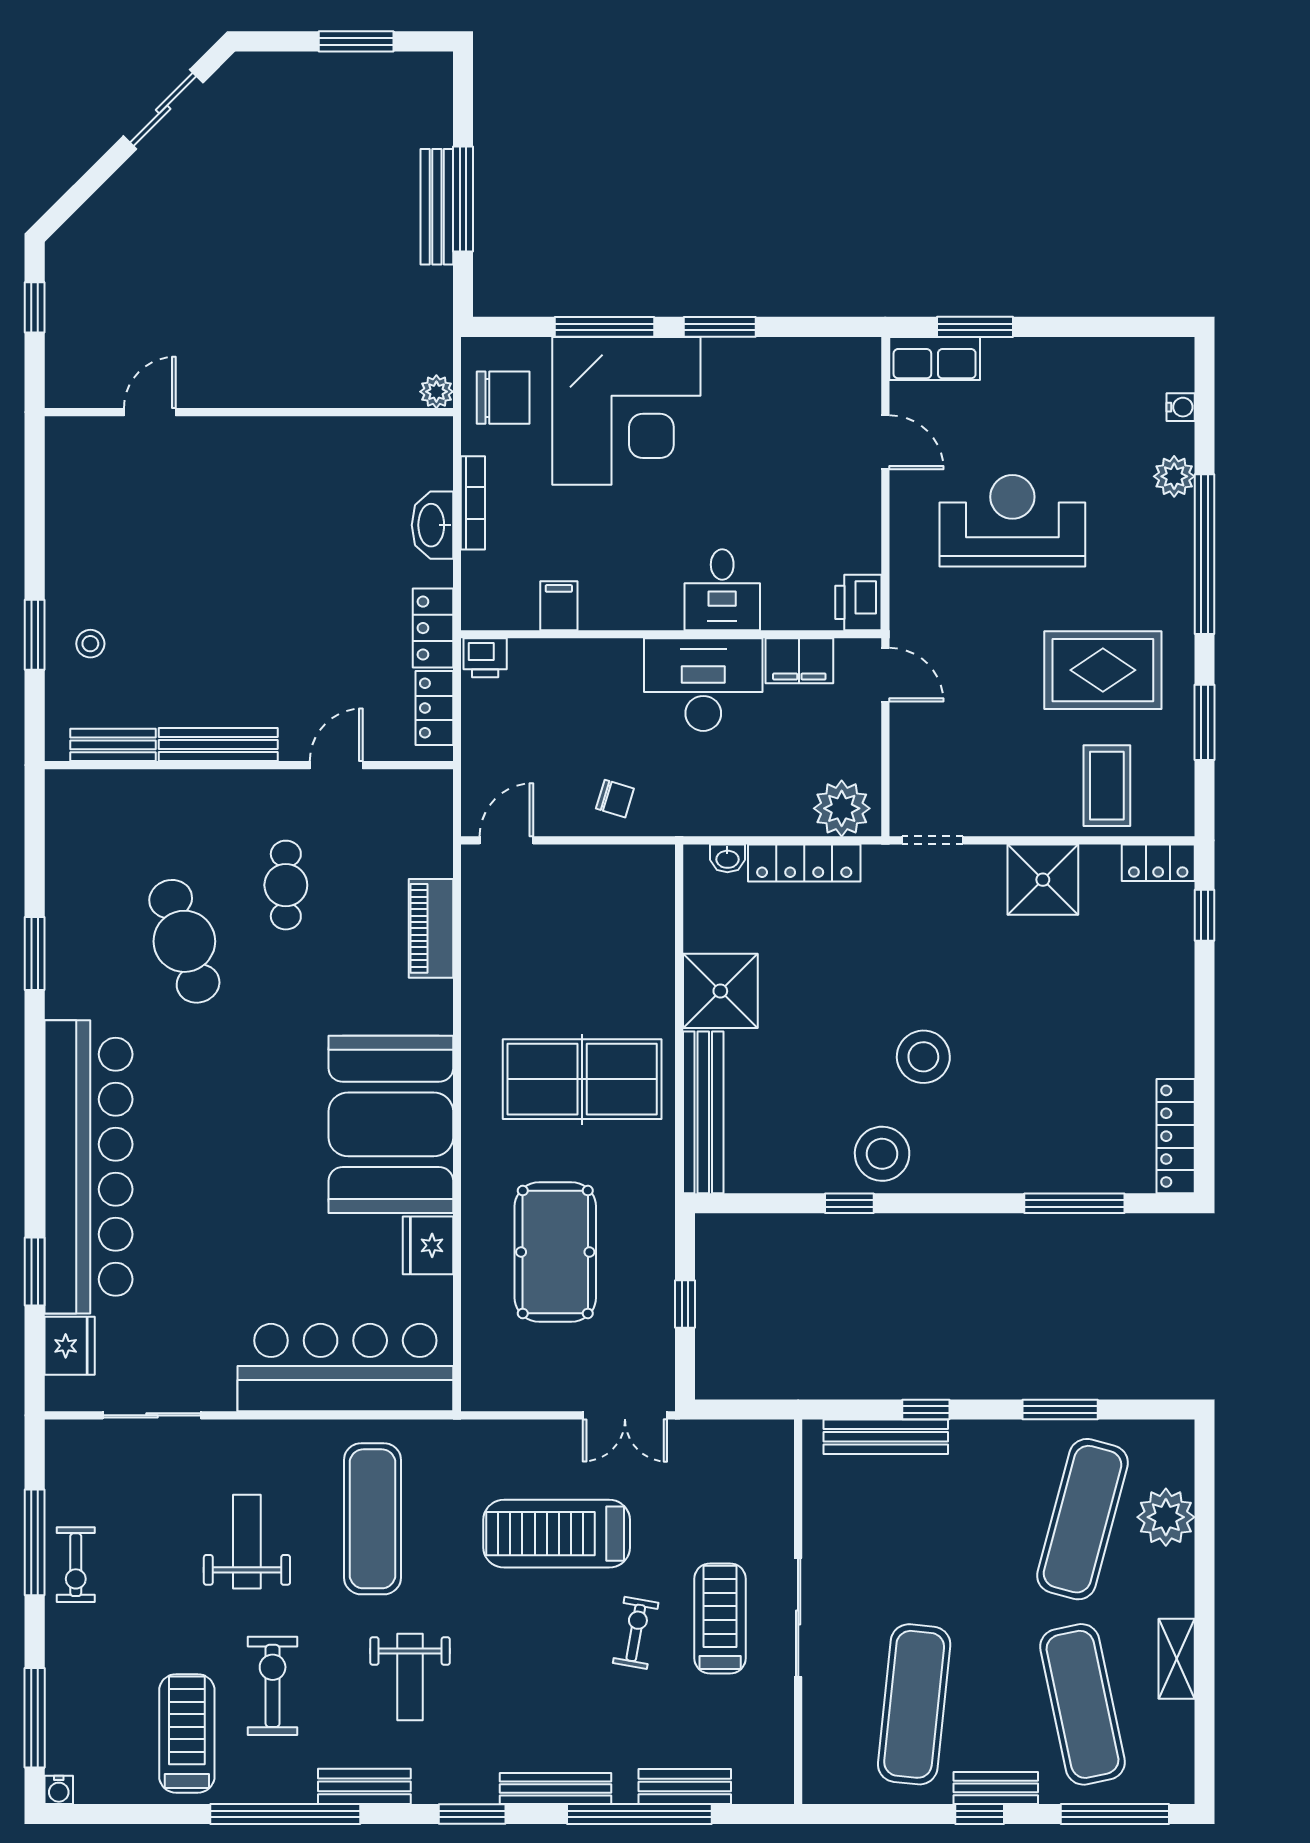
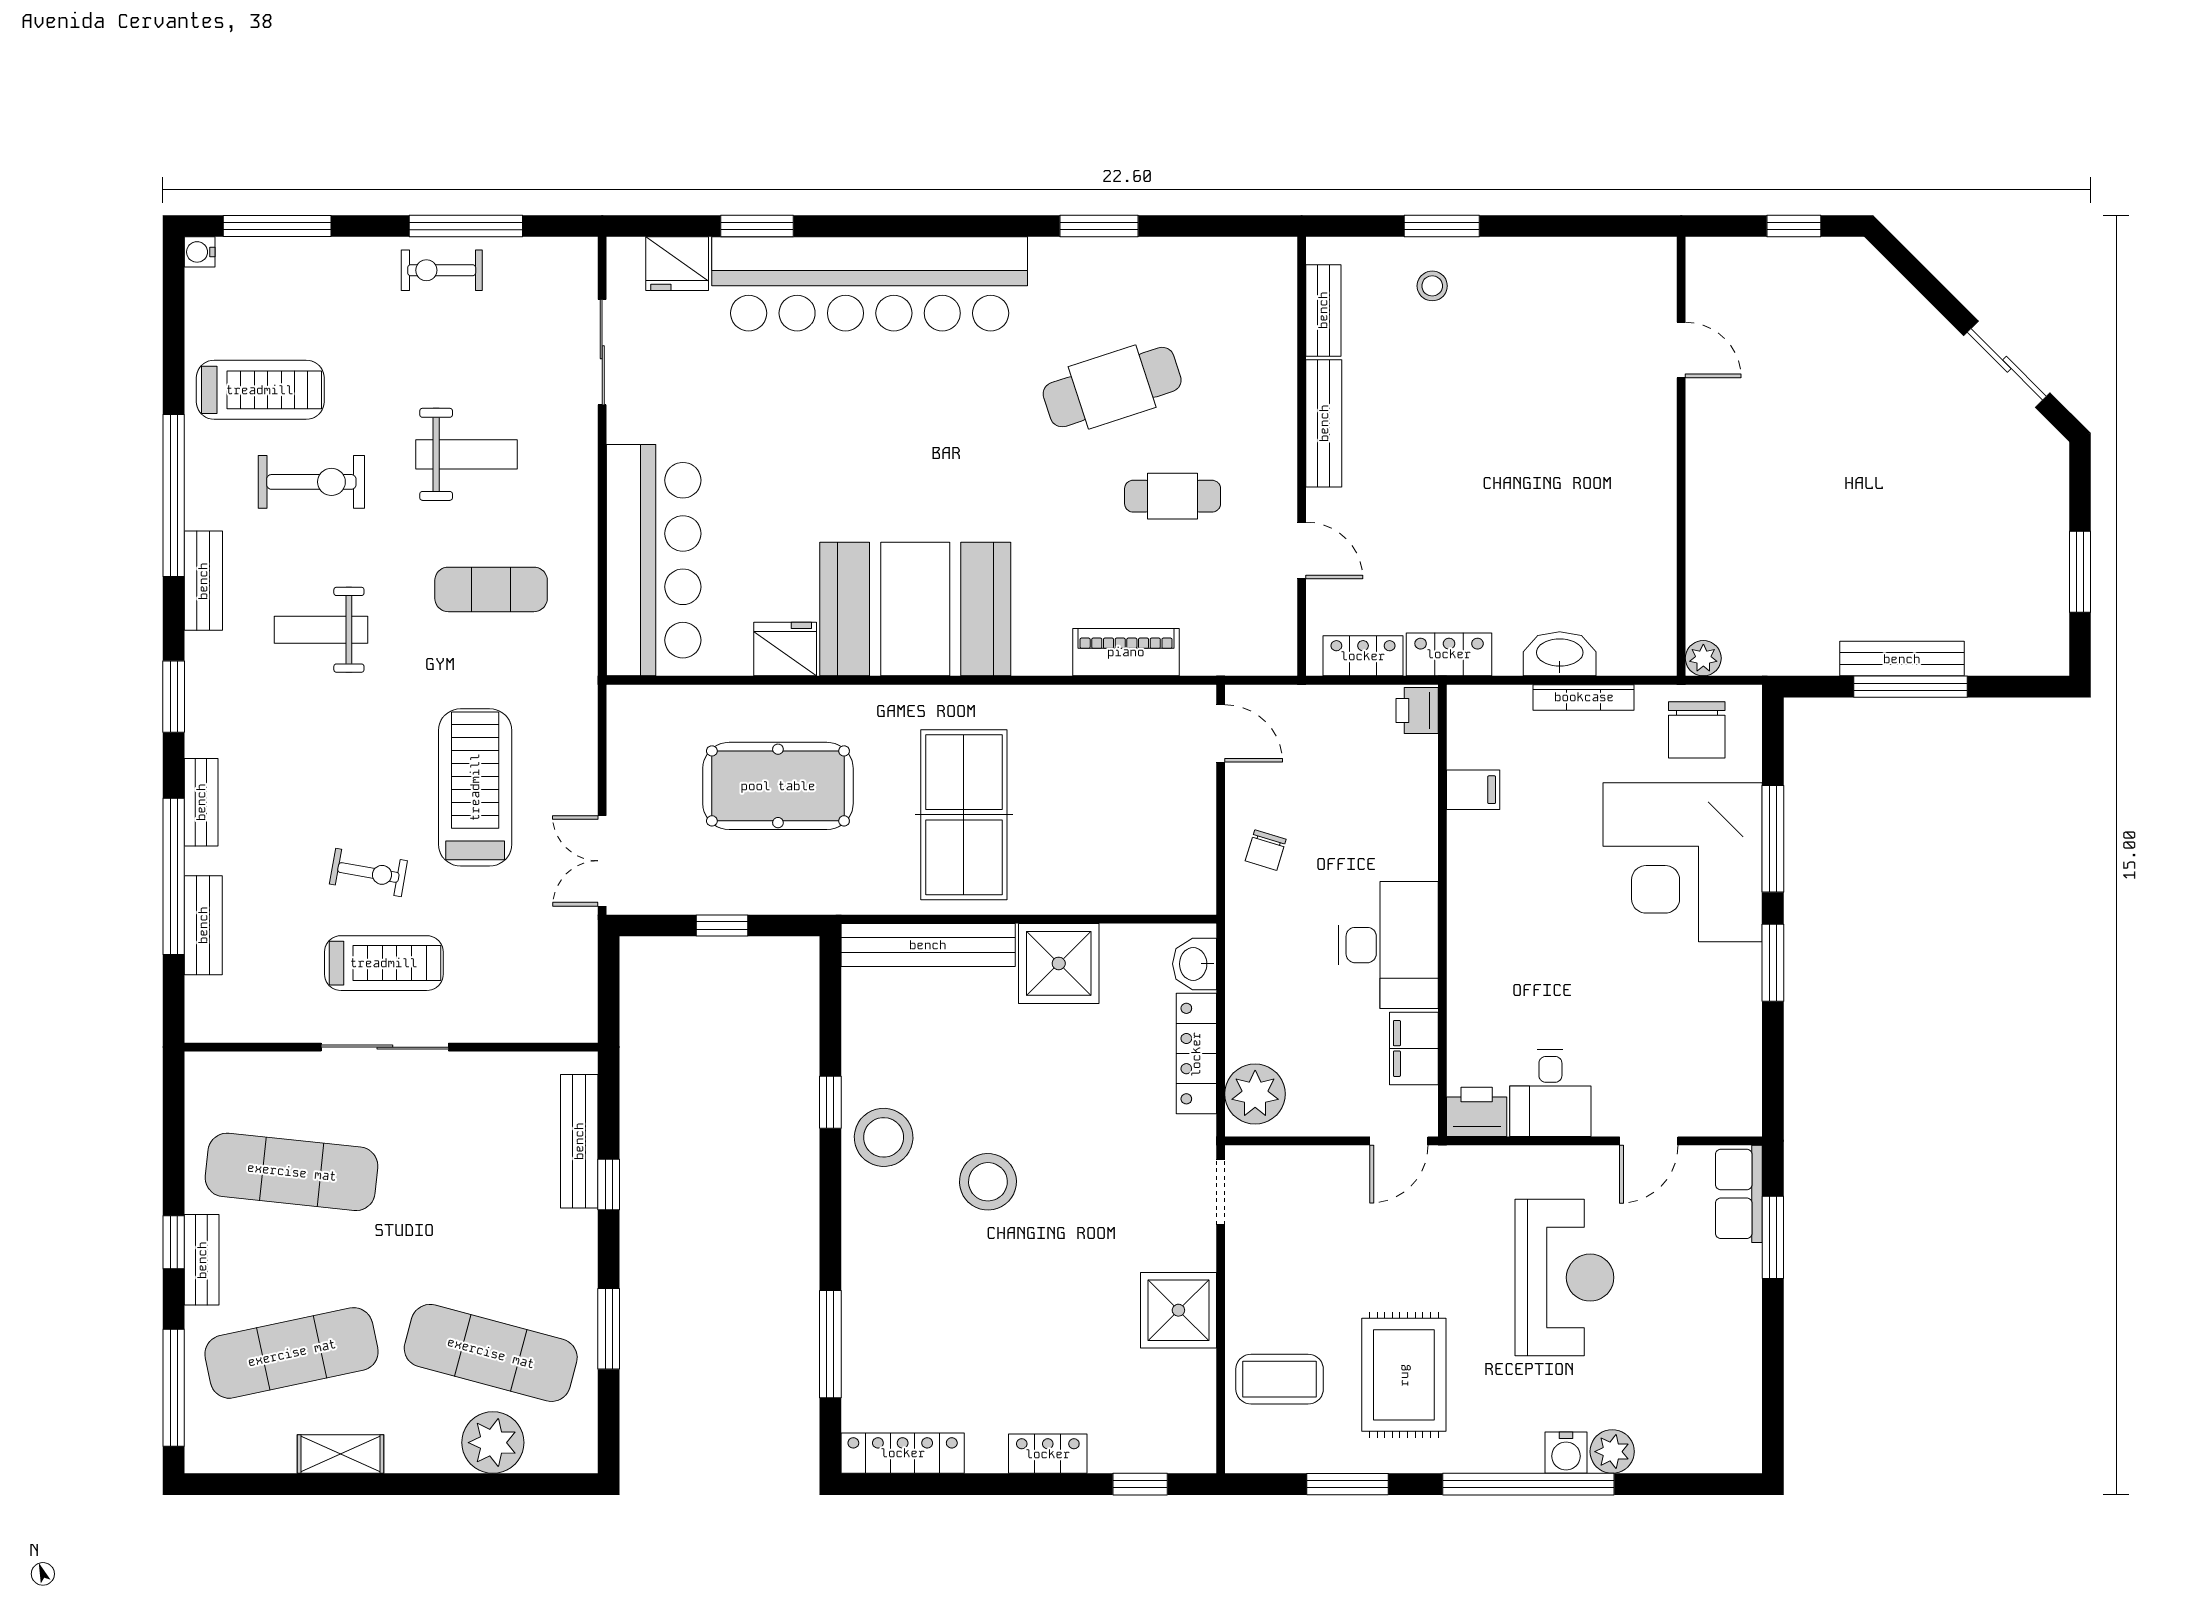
water cooler: (1181, 407) -> (1566, 1453), moved, width x1.38, depth x1.38
desk: (722, 590) -> (1550, 1093), moved, turned -90
washbasin: (727, 858) -> (1194, 964), width x1.38, depth x1.45
locker: (1158, 863) -> (1048, 1454), moved, turned 90
exercise mat: (373, 1519) -> (491, 589), width x0.73, depth x0.69
bench: (556, 1789) -> (201, 802), width x0.73

